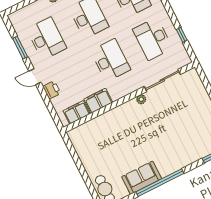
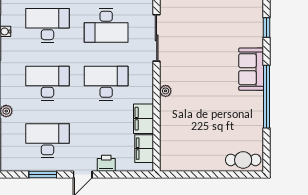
plant: (141, 99) -> (166, 91), moved
sofa: (142, 178) -> (251, 69), moved

